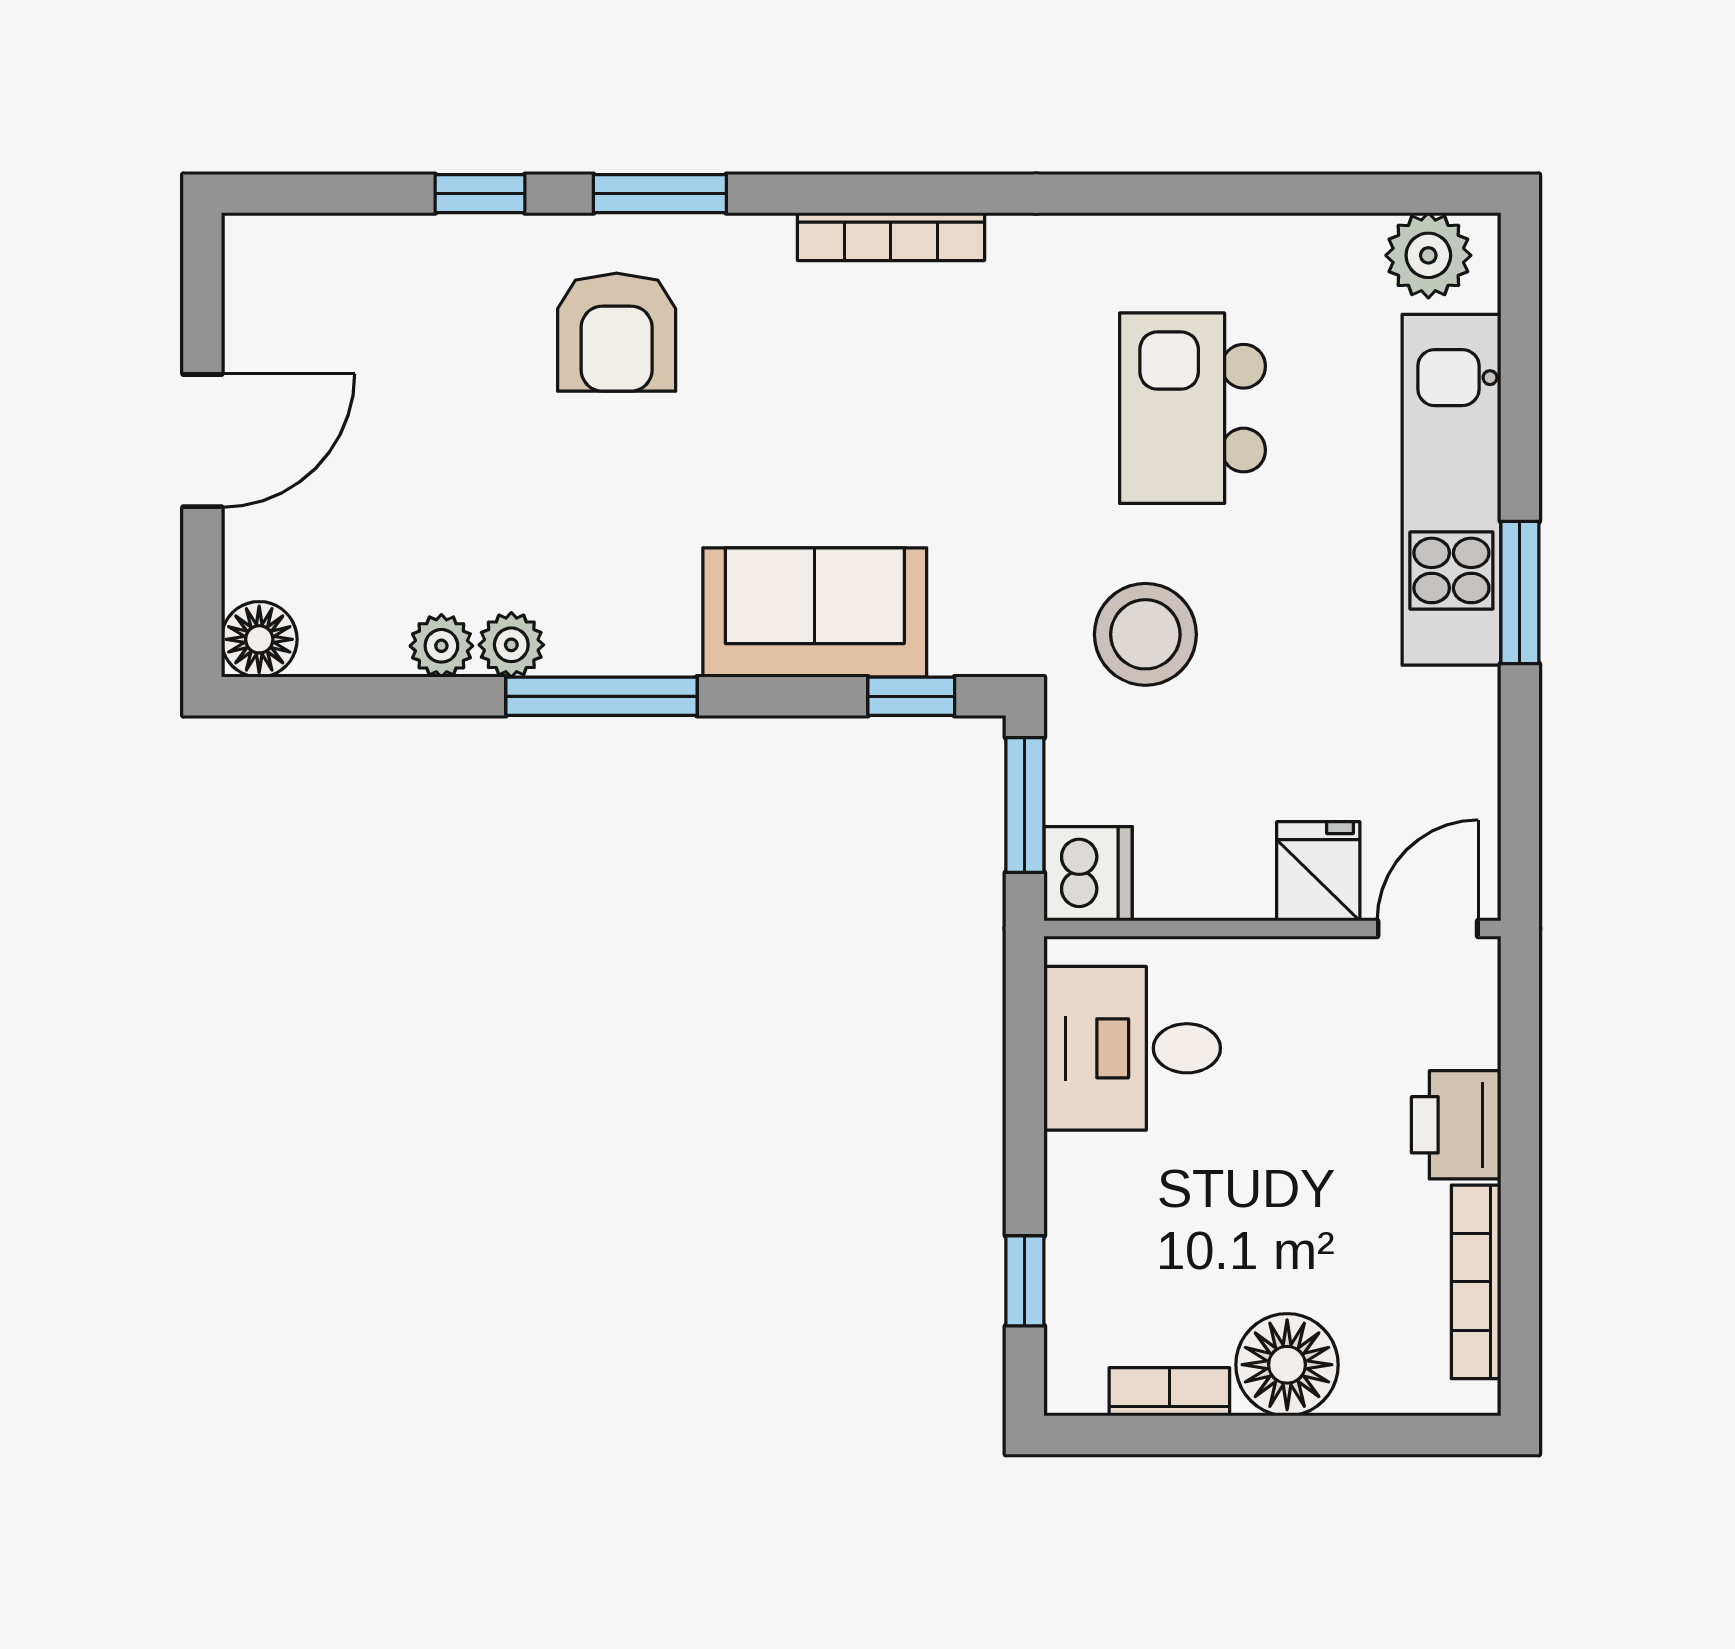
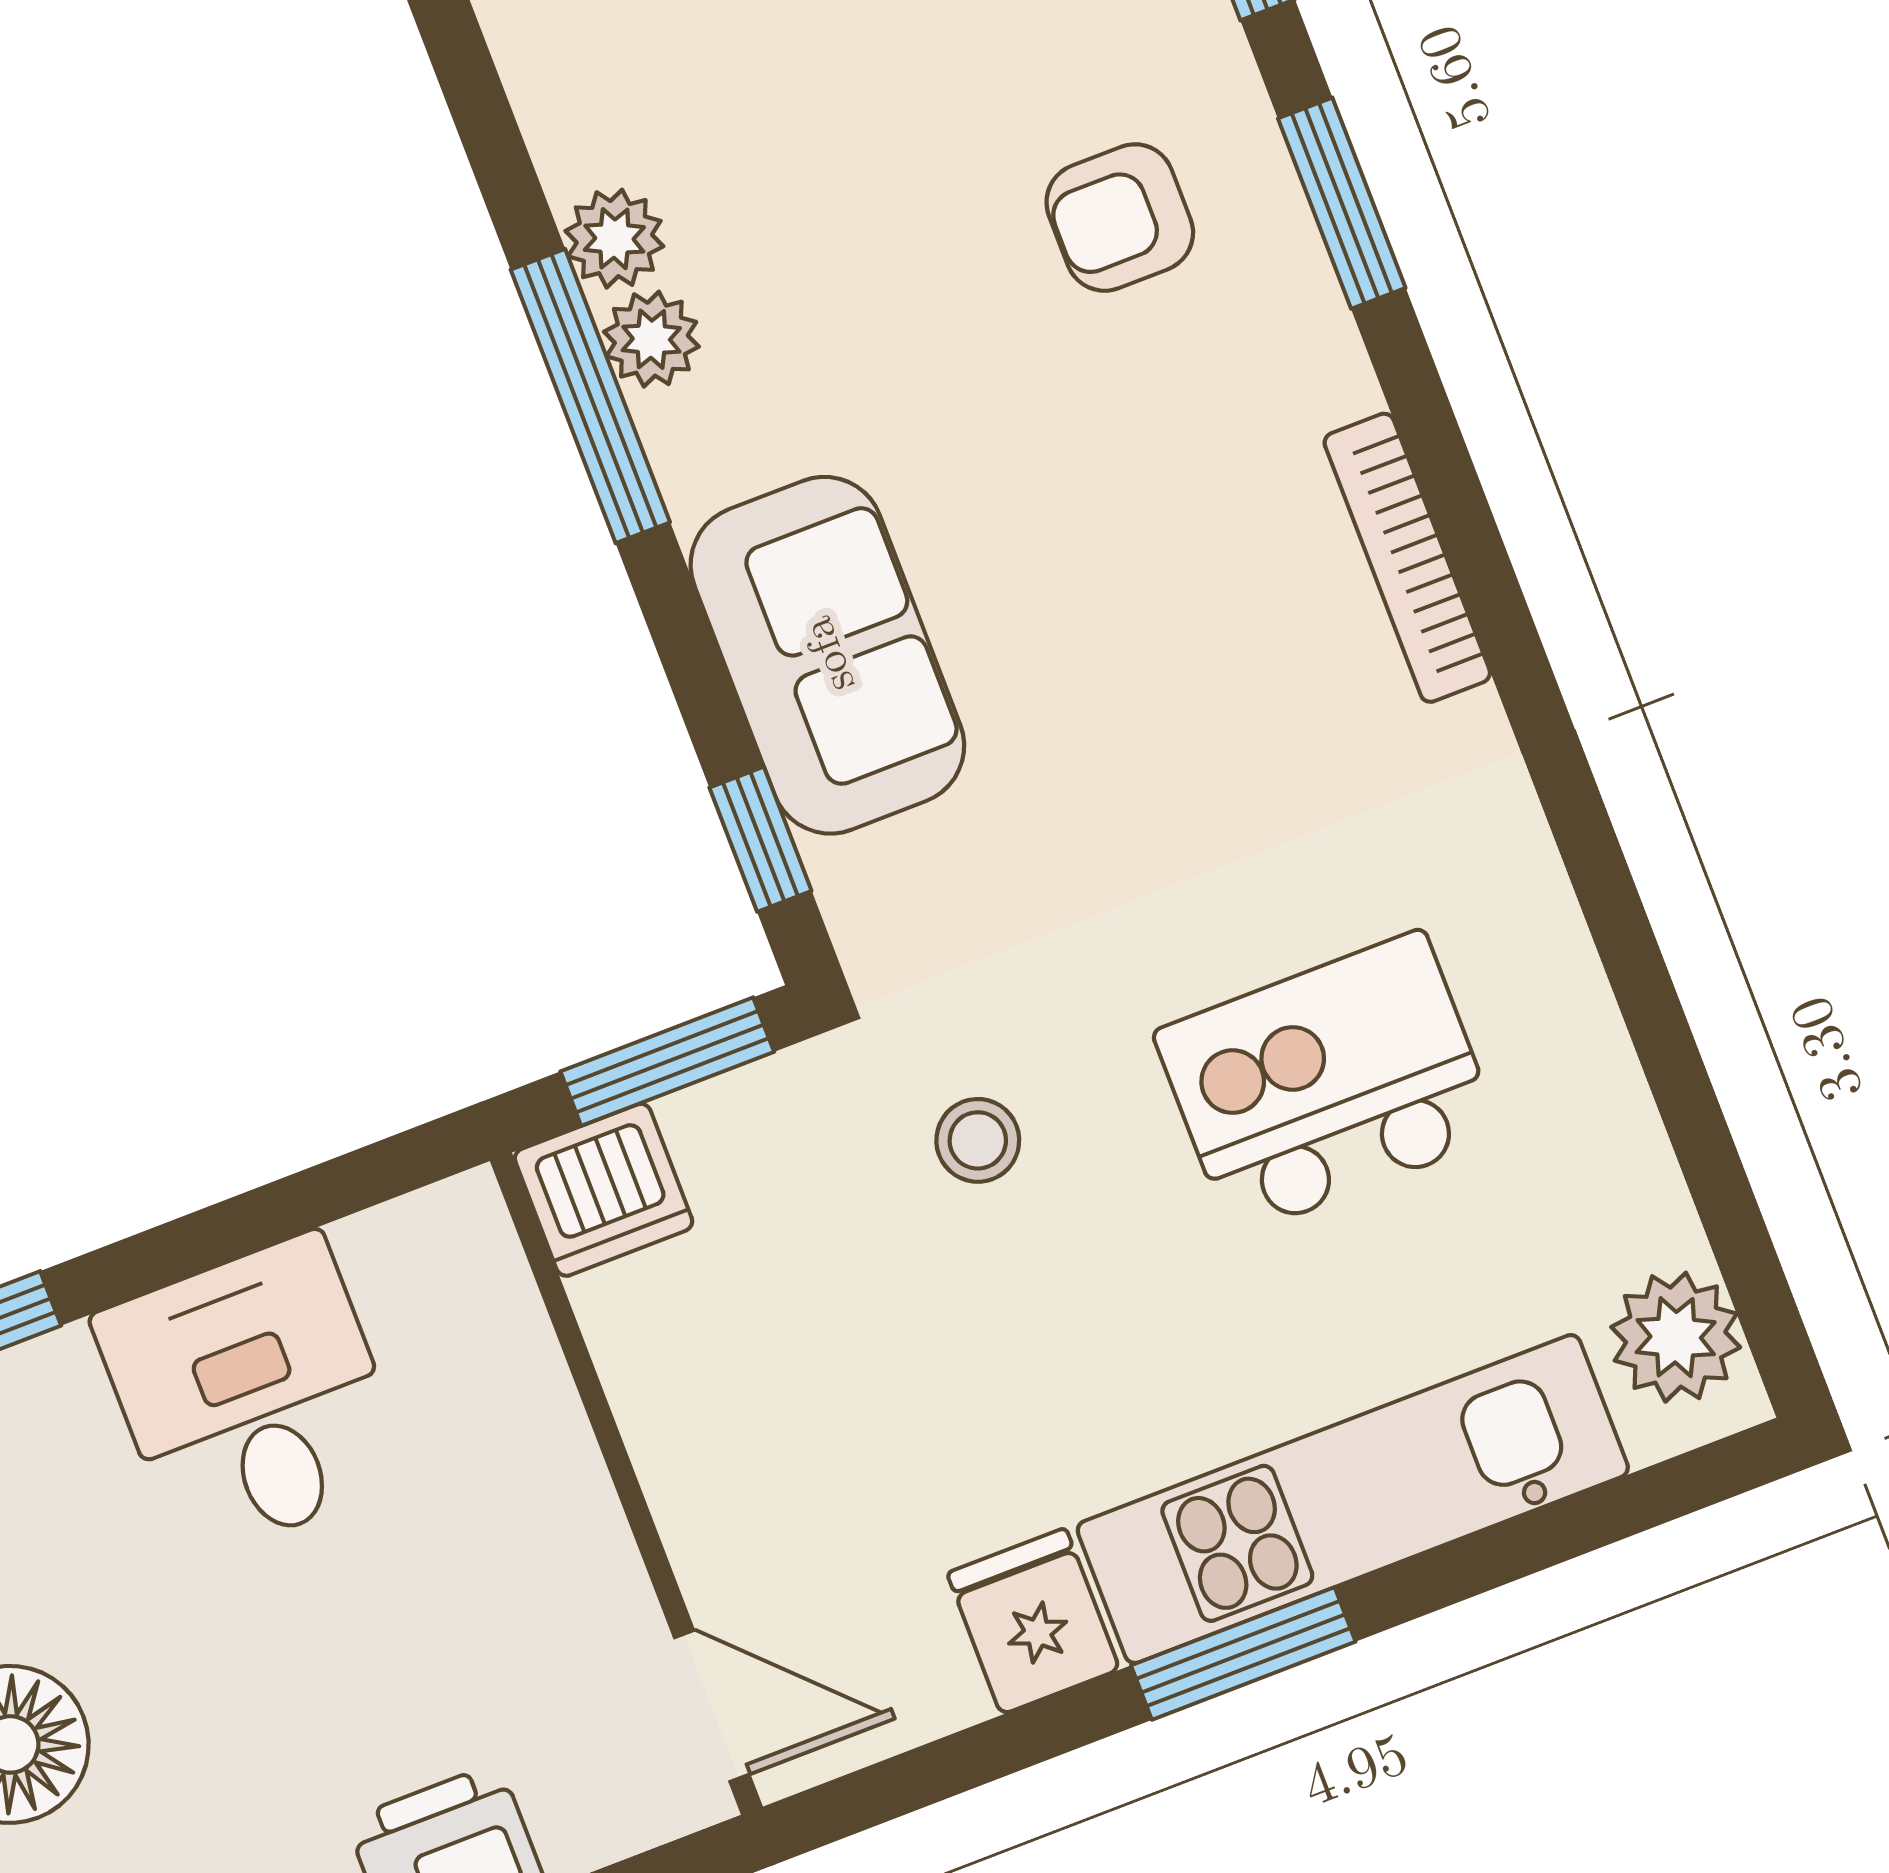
armchair: (617, 332) -> (1120, 218), width x0.72, depth x0.72
stool: (1145, 634) -> (978, 1140), width x0.53, depth x0.53
plant: (441, 646) -> (651, 339), moved
fridge: (1318, 871) -> (1033, 1621), moved, turned -90
desk: (1132, 1048) -> (252, 1397), moved

